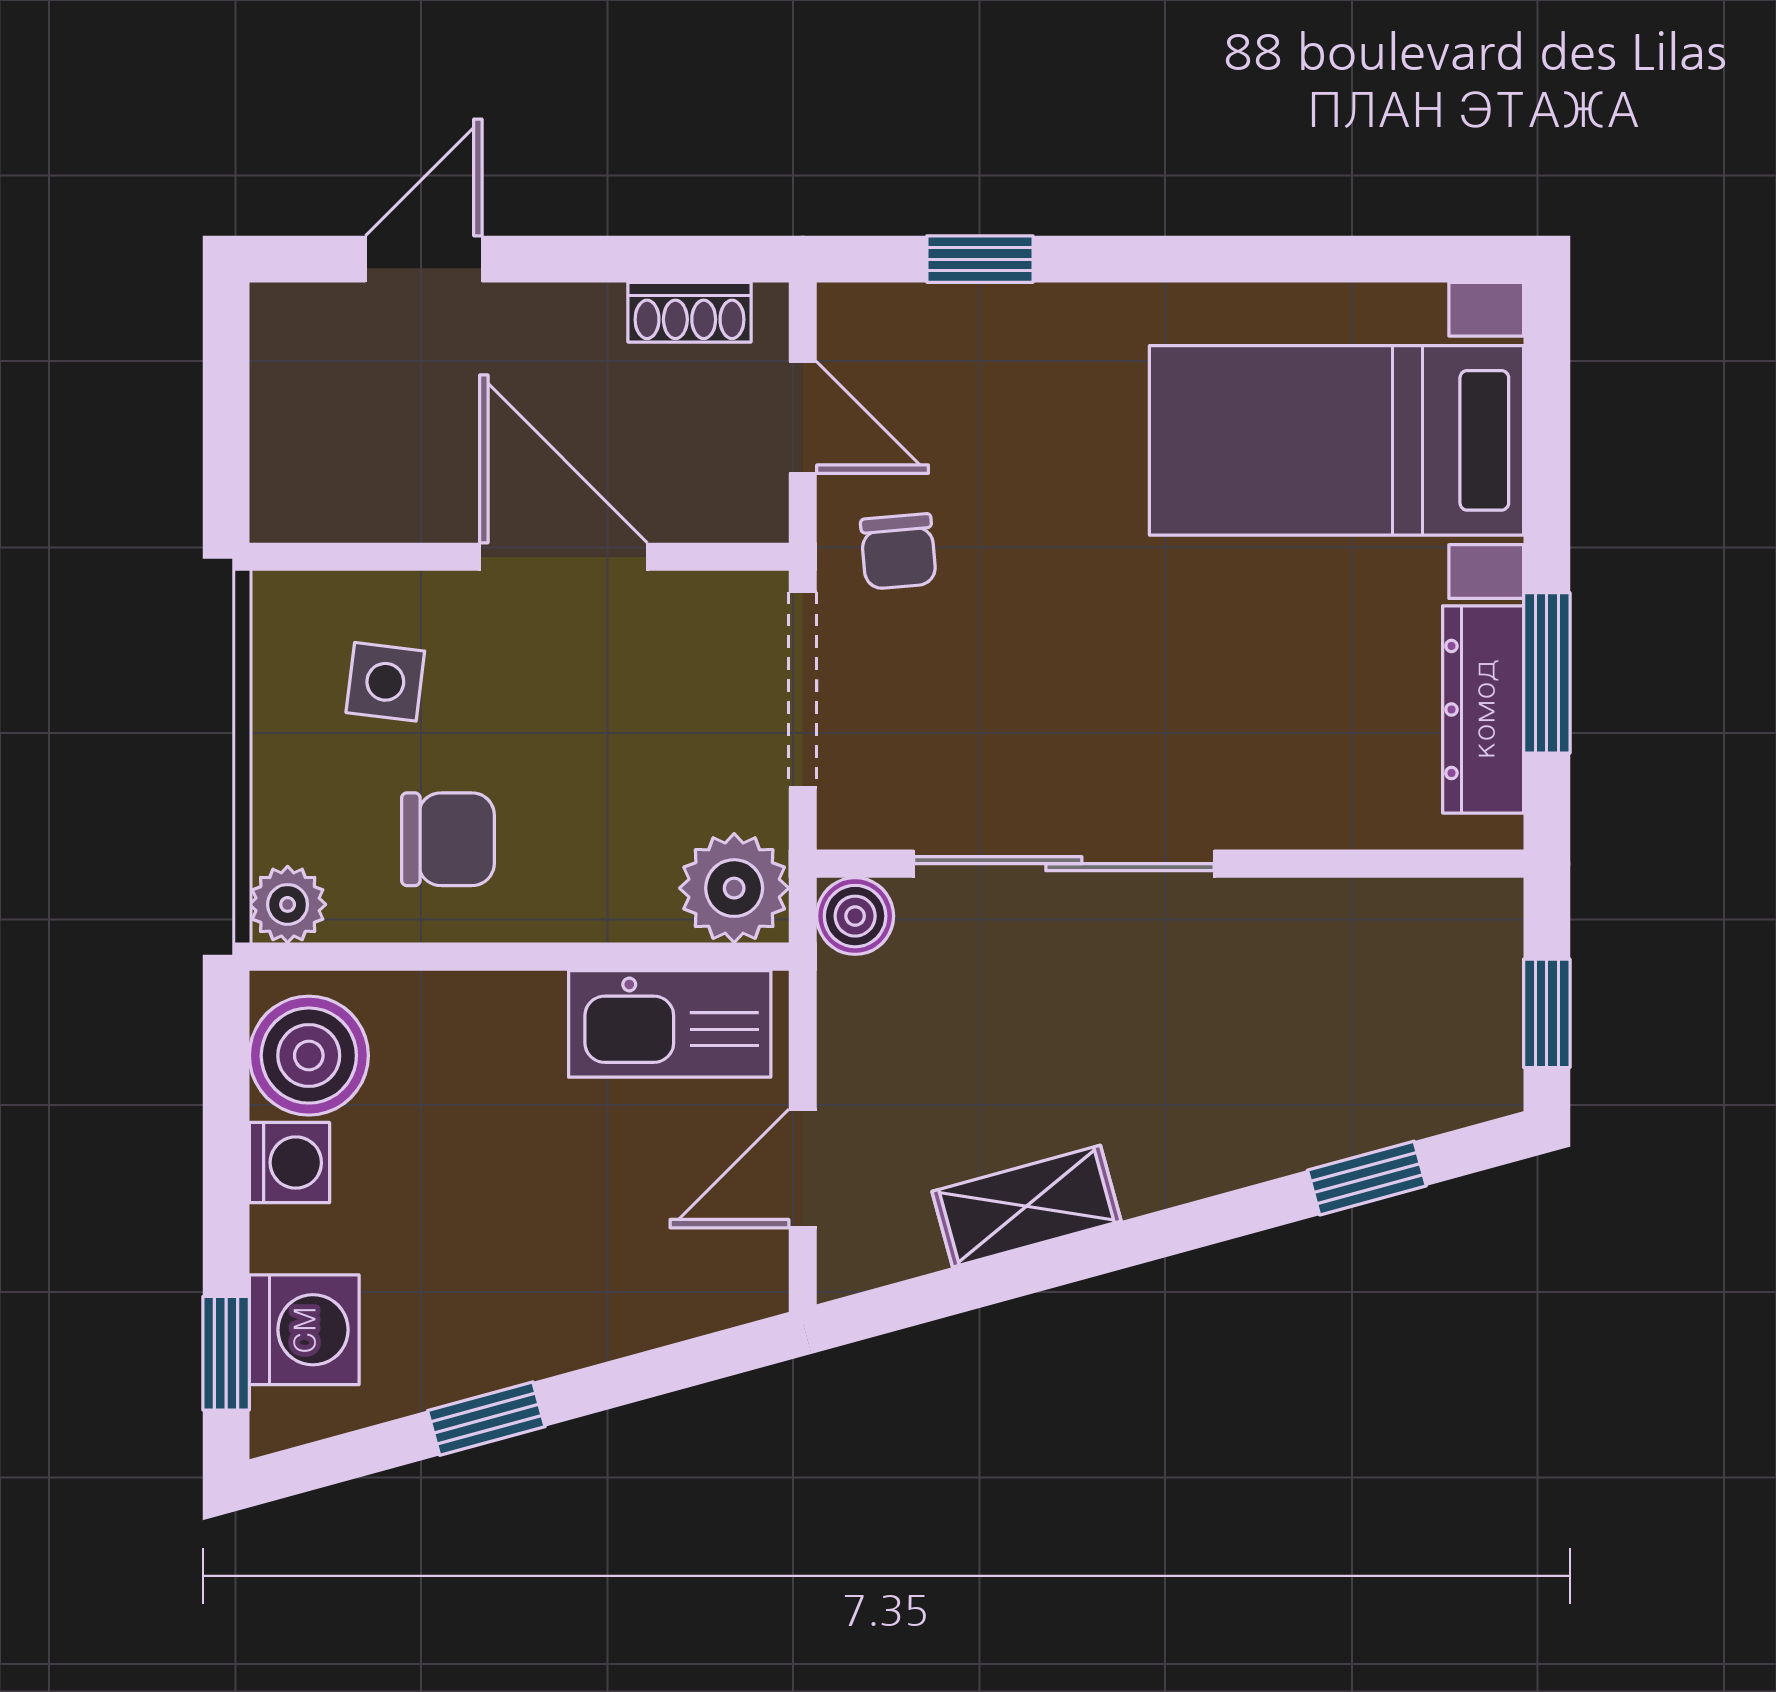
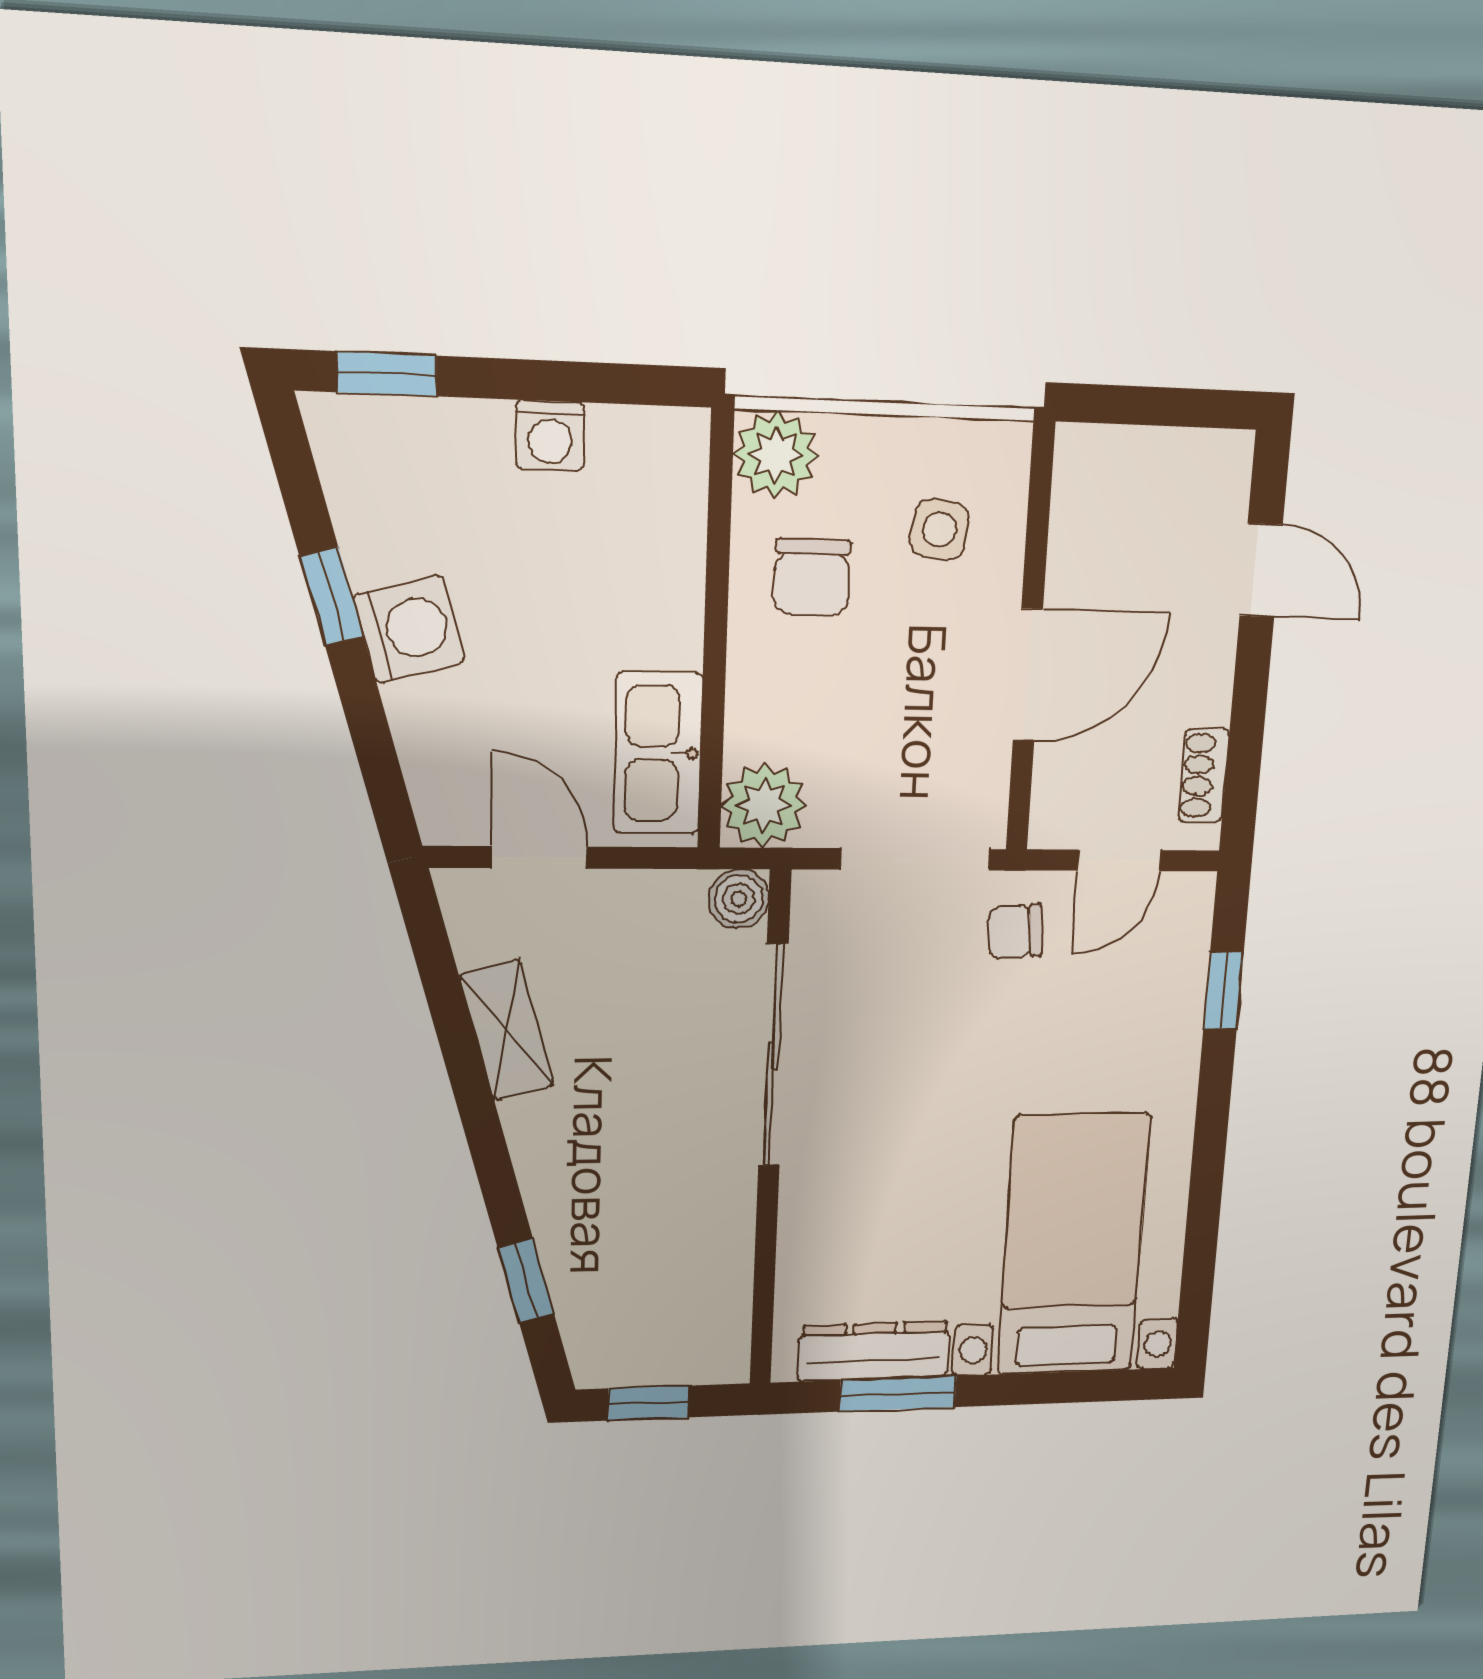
plant: (288, 904) -> (776, 455), width x1.38, depth x1.38
boiler: (309, 1056) -> (640, 455), removed
washing machine: (304, 1330) -> (409, 629), moved, turned -105

